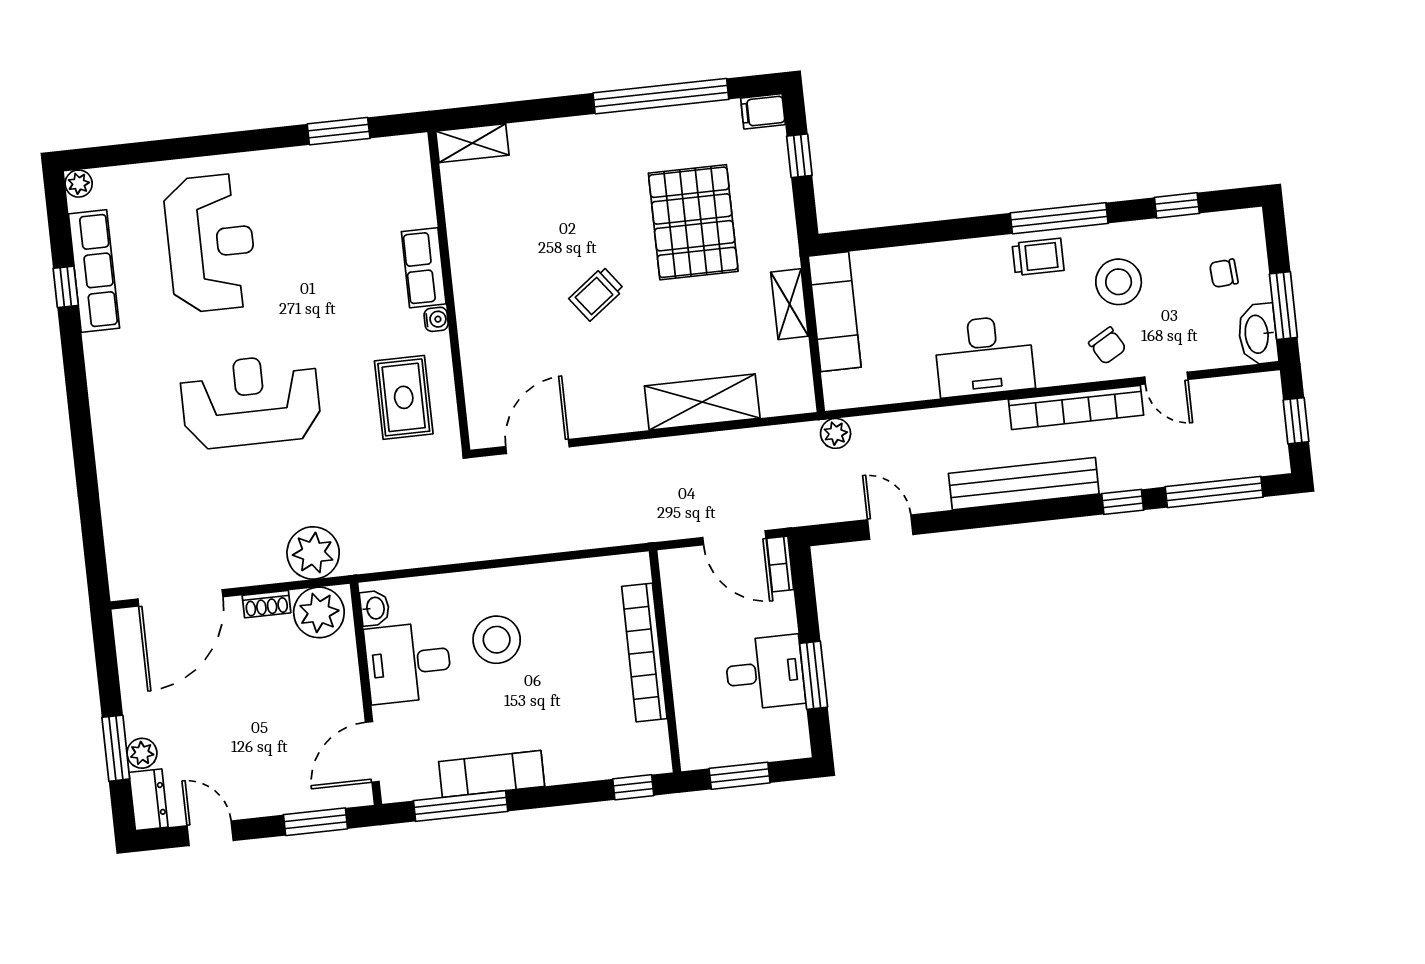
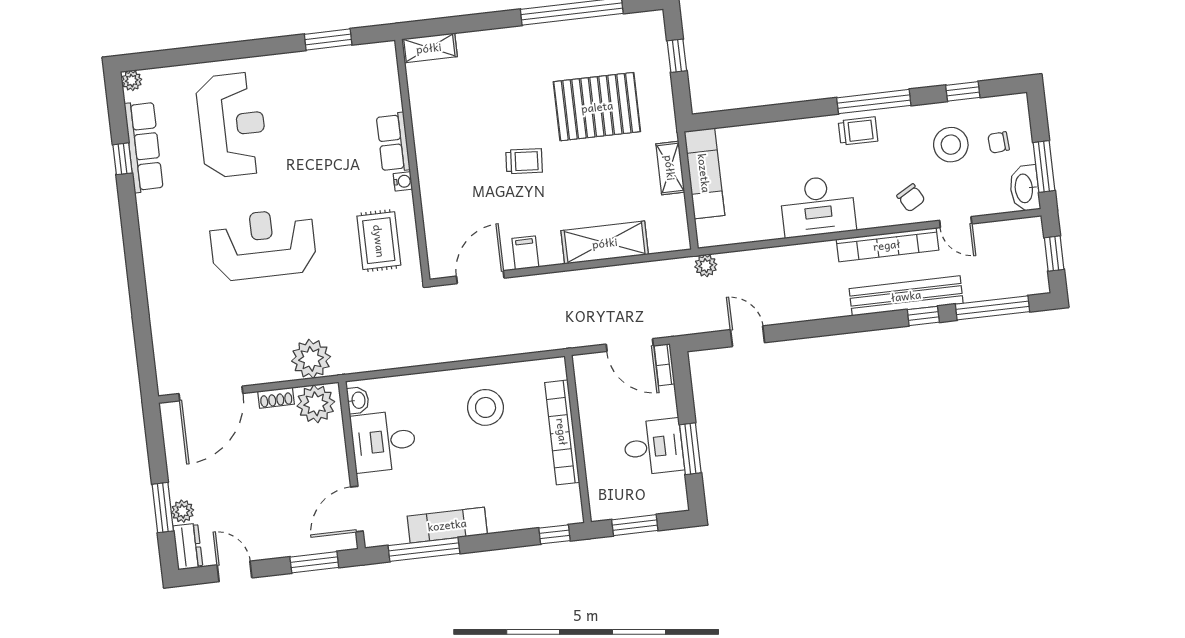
filing cabinet: (763, 111) -> (525, 253), moved, turned 90
pallet: (693, 222) -> (597, 107), turned 90
stool: (1119, 282) -> (951, 145), moved
trolley: (596, 294) -> (524, 161), turned -139
bench: (1024, 484) -> (906, 296), moved
stool: (497, 640) -> (486, 407), moved

